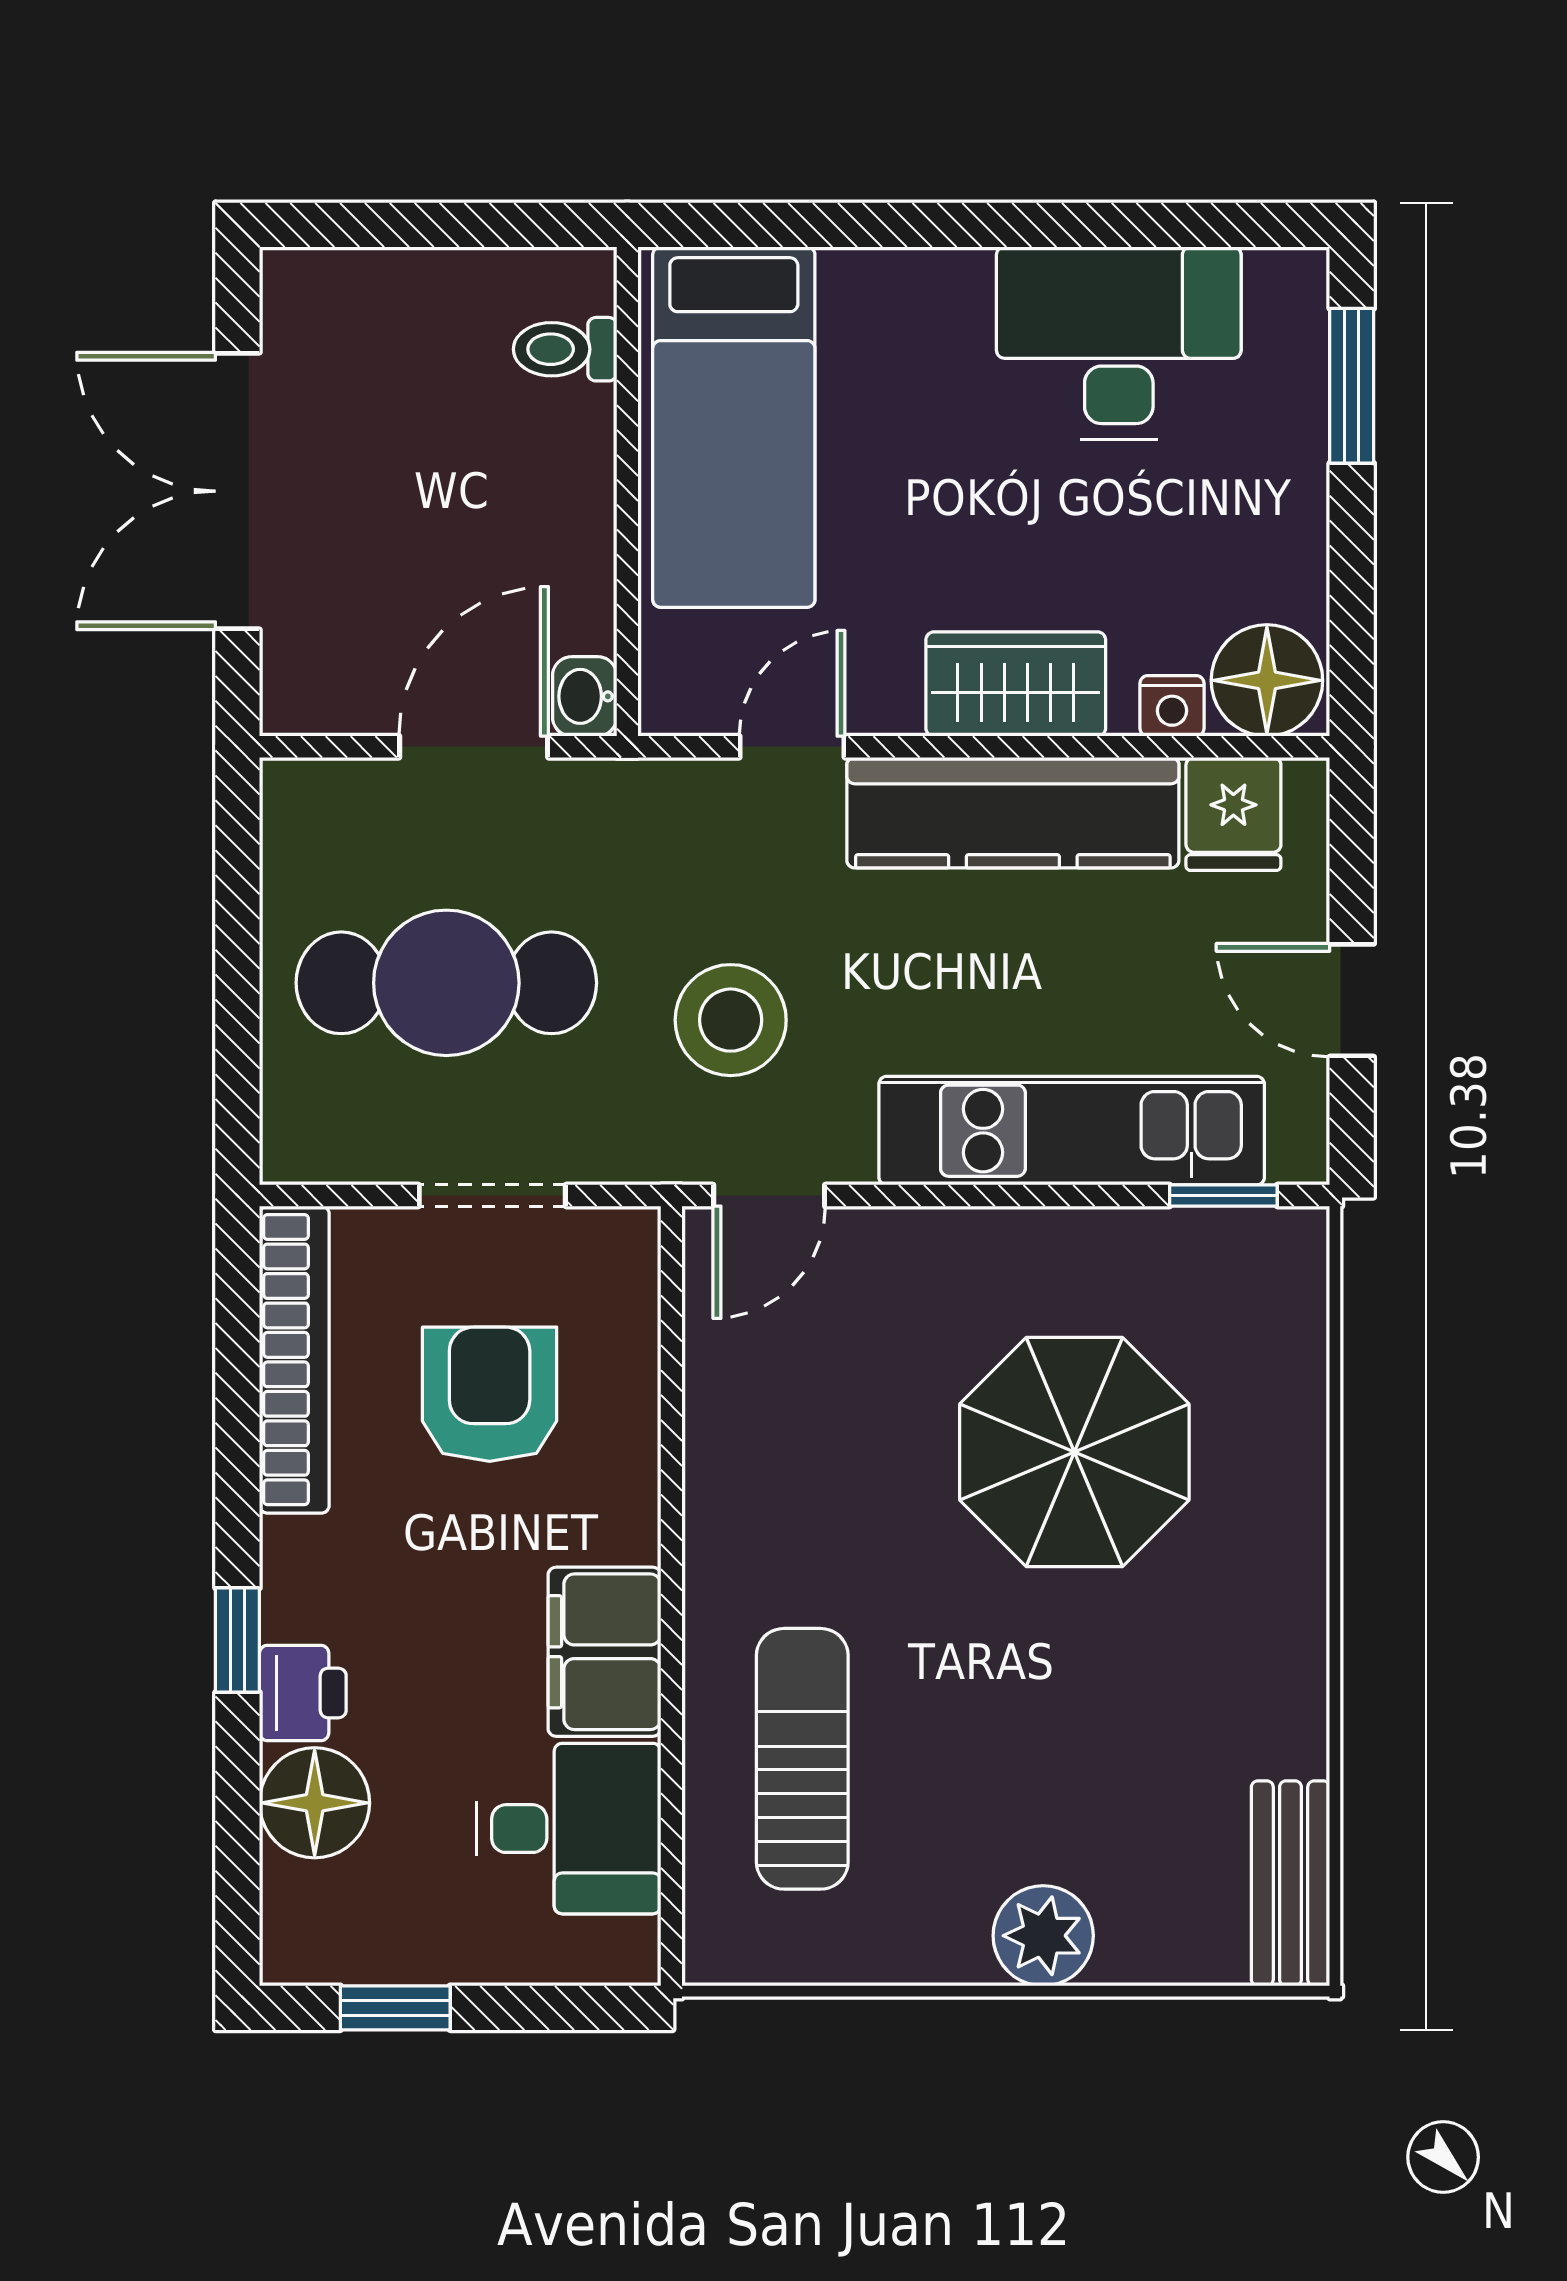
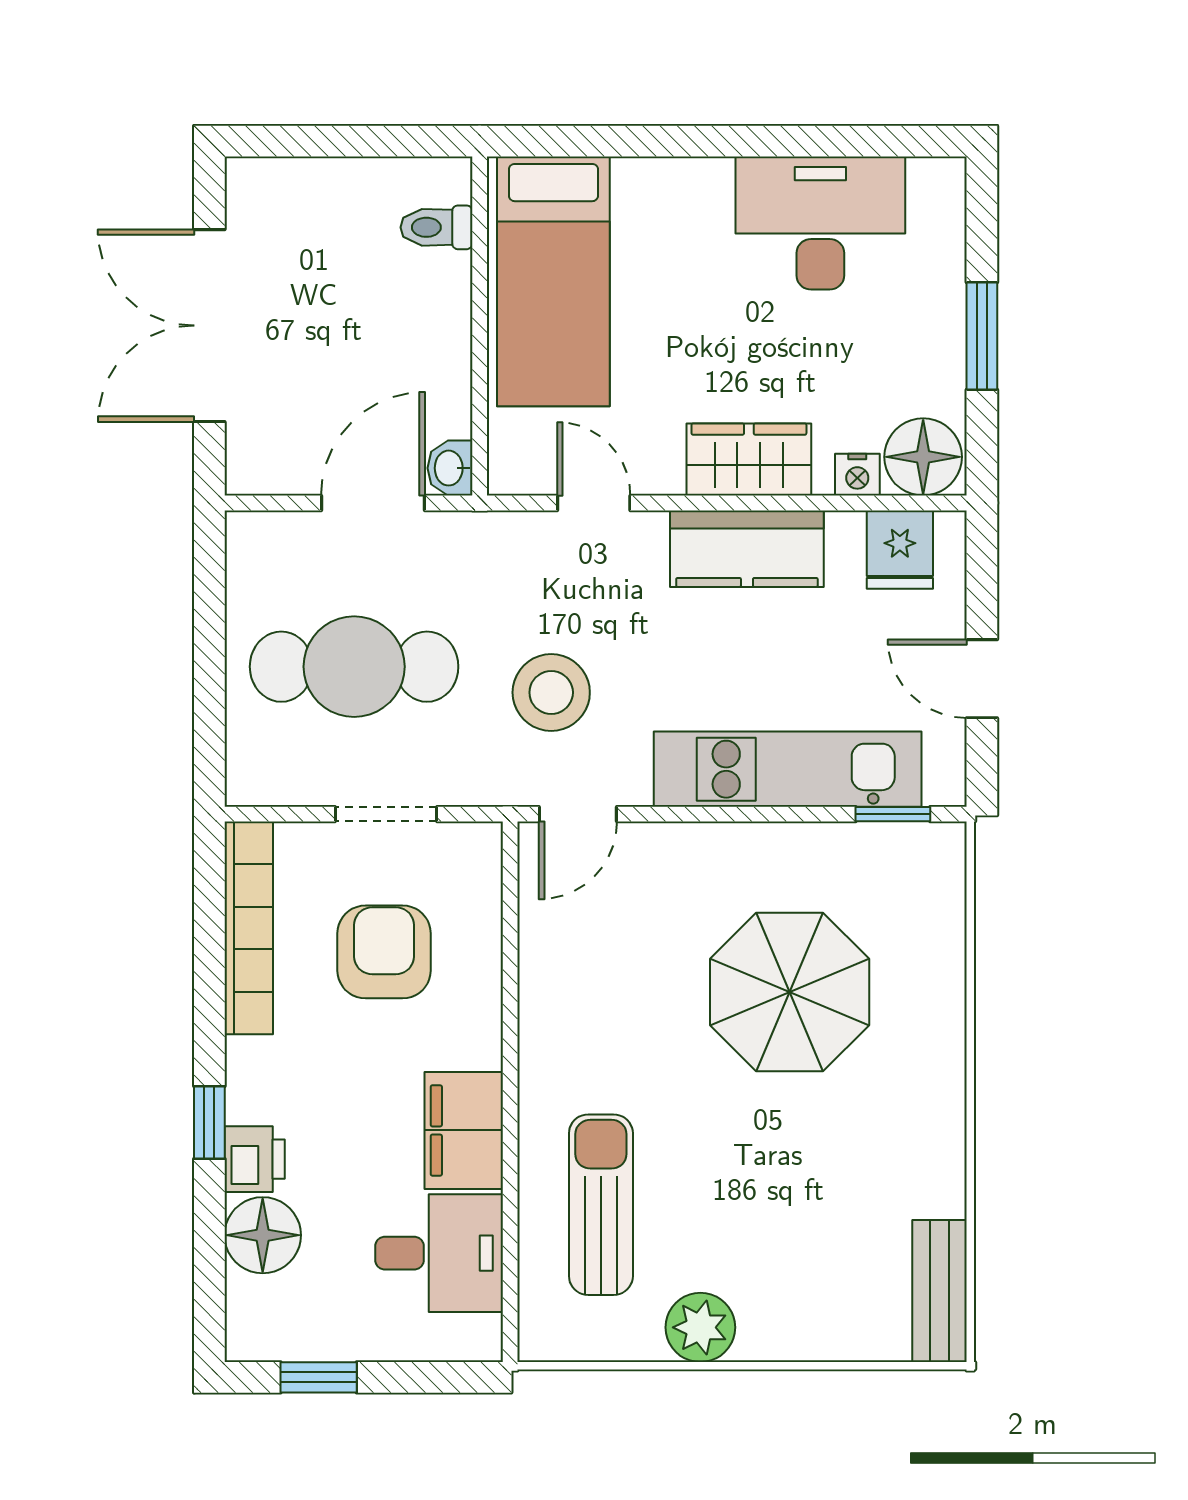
window: (1352, 386) -> (982, 336), moved
door: (792, 747) -> (594, 503), hinge flipped
kitchen counter: (1013, 813) -> (747, 549), width x0.67
plant: (1043, 1936) -> (700, 1327), moved

